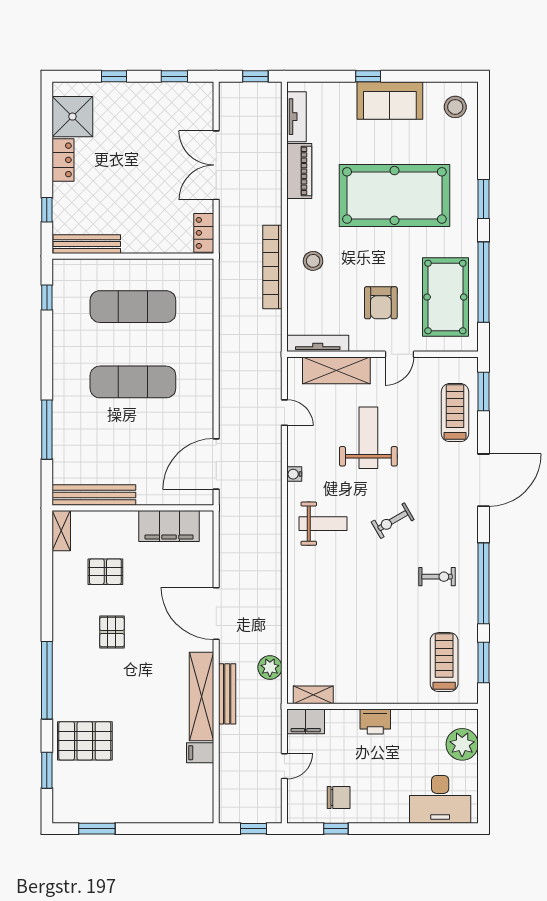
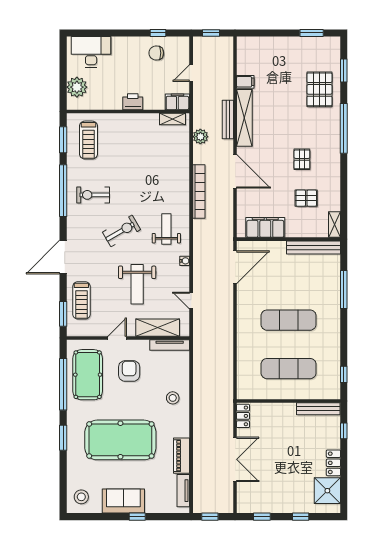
bookcase: (272, 267) -> (199, 192), moved
exercise bike: (393, 521) -> (122, 231), width x1.38, depth x1.39
weight bench: (323, 524) -> (166, 229), turned 90
exercise bike: (437, 577) -> (93, 195), width x1.38, depth x1.39
pallet: (85, 741) -> (319, 89), turned 90

